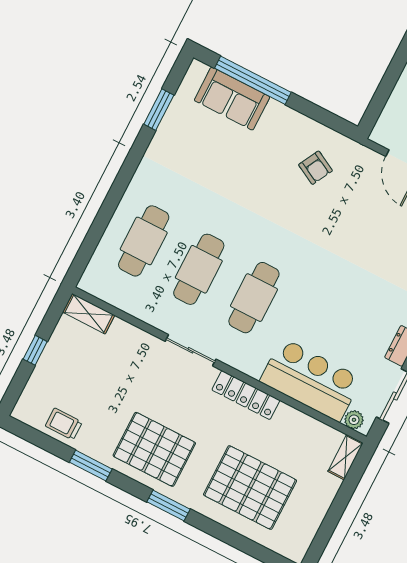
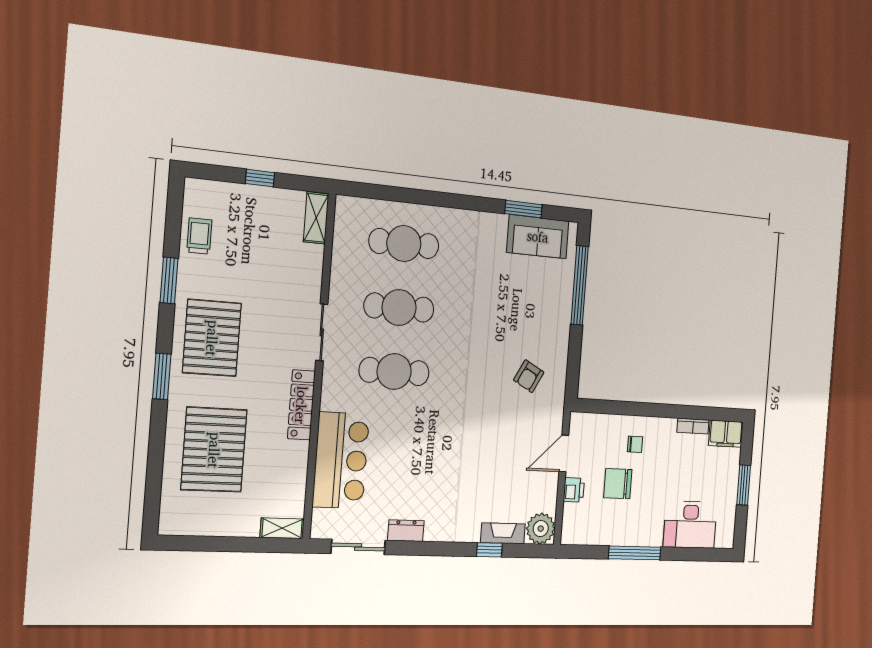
sofa: (232, 99) -> (538, 237), moved, turned -90
plant: (354, 420) -> (321, 519), removed

